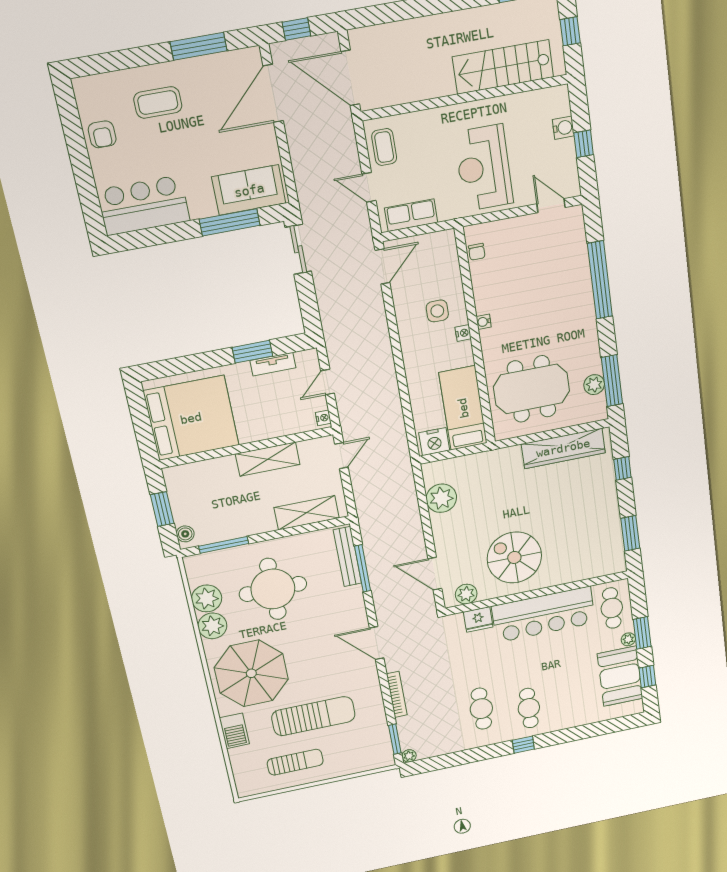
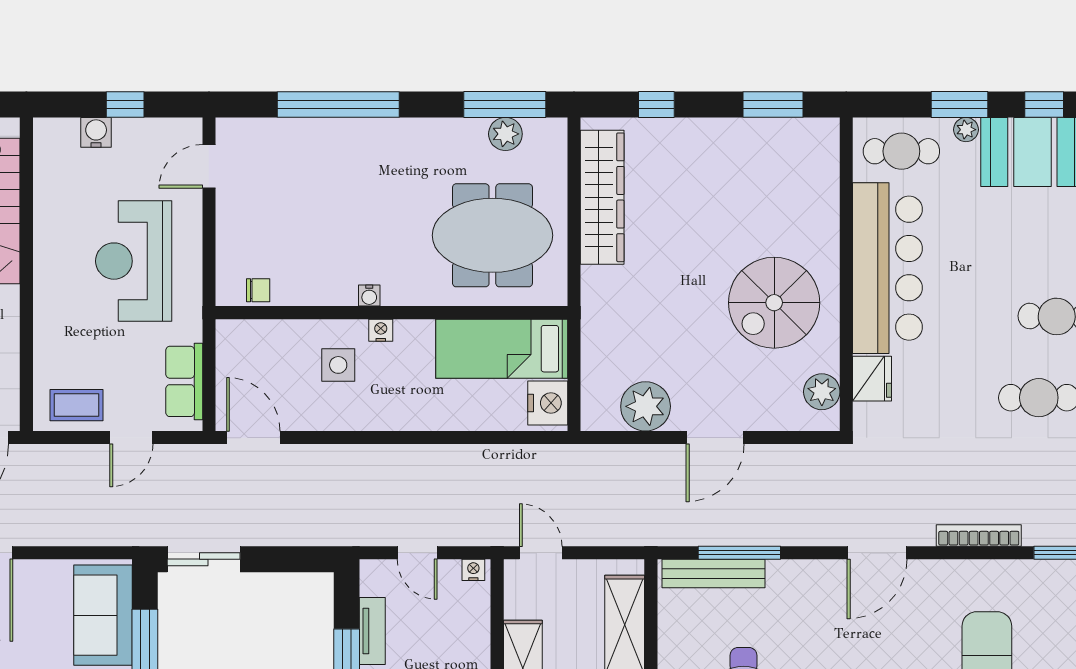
reception desk: (484, 168) -> (134, 261), turned 90
meeting table: (532, 389) -> (492, 235), turned 90
door: (435, 574) -> (715, 438), moved

